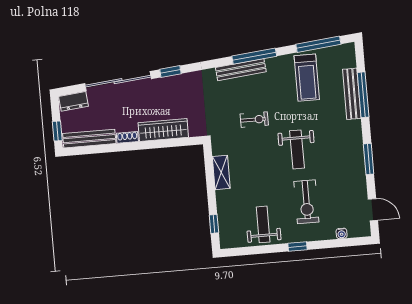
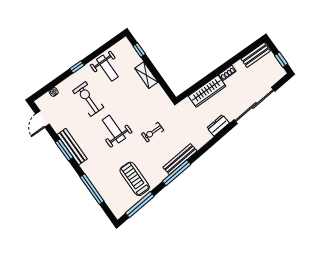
window: (170, 72) -> (224, 131), removed
bench: (352, 94) -> (72, 147), moved
dresser: (73, 101) -> (218, 125), moved
window: (57, 131) -> (281, 60), moved
bench: (89, 139) -> (256, 55), width x0.73
shelving: (221, 172) -> (146, 75), moved
door: (373, 210) -> (42, 119), hinge flipped

